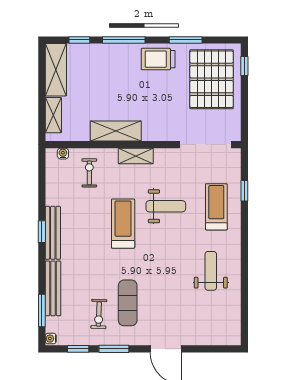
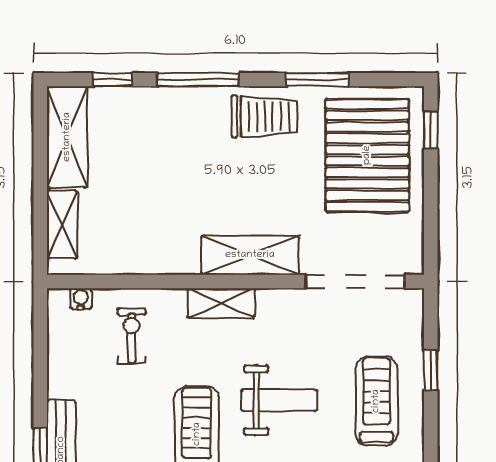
trolley: (158, 59) -> (264, 116), turned 180
shelving: (116, 131) -> (250, 255), moved

